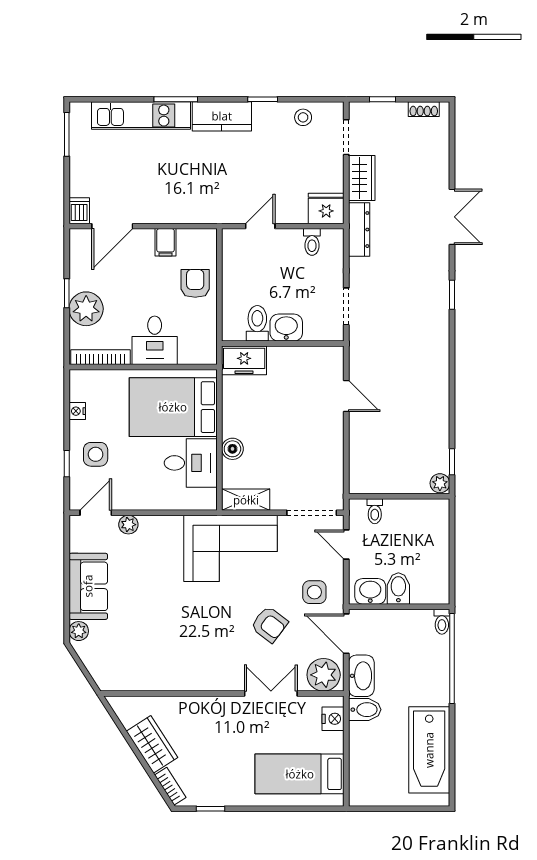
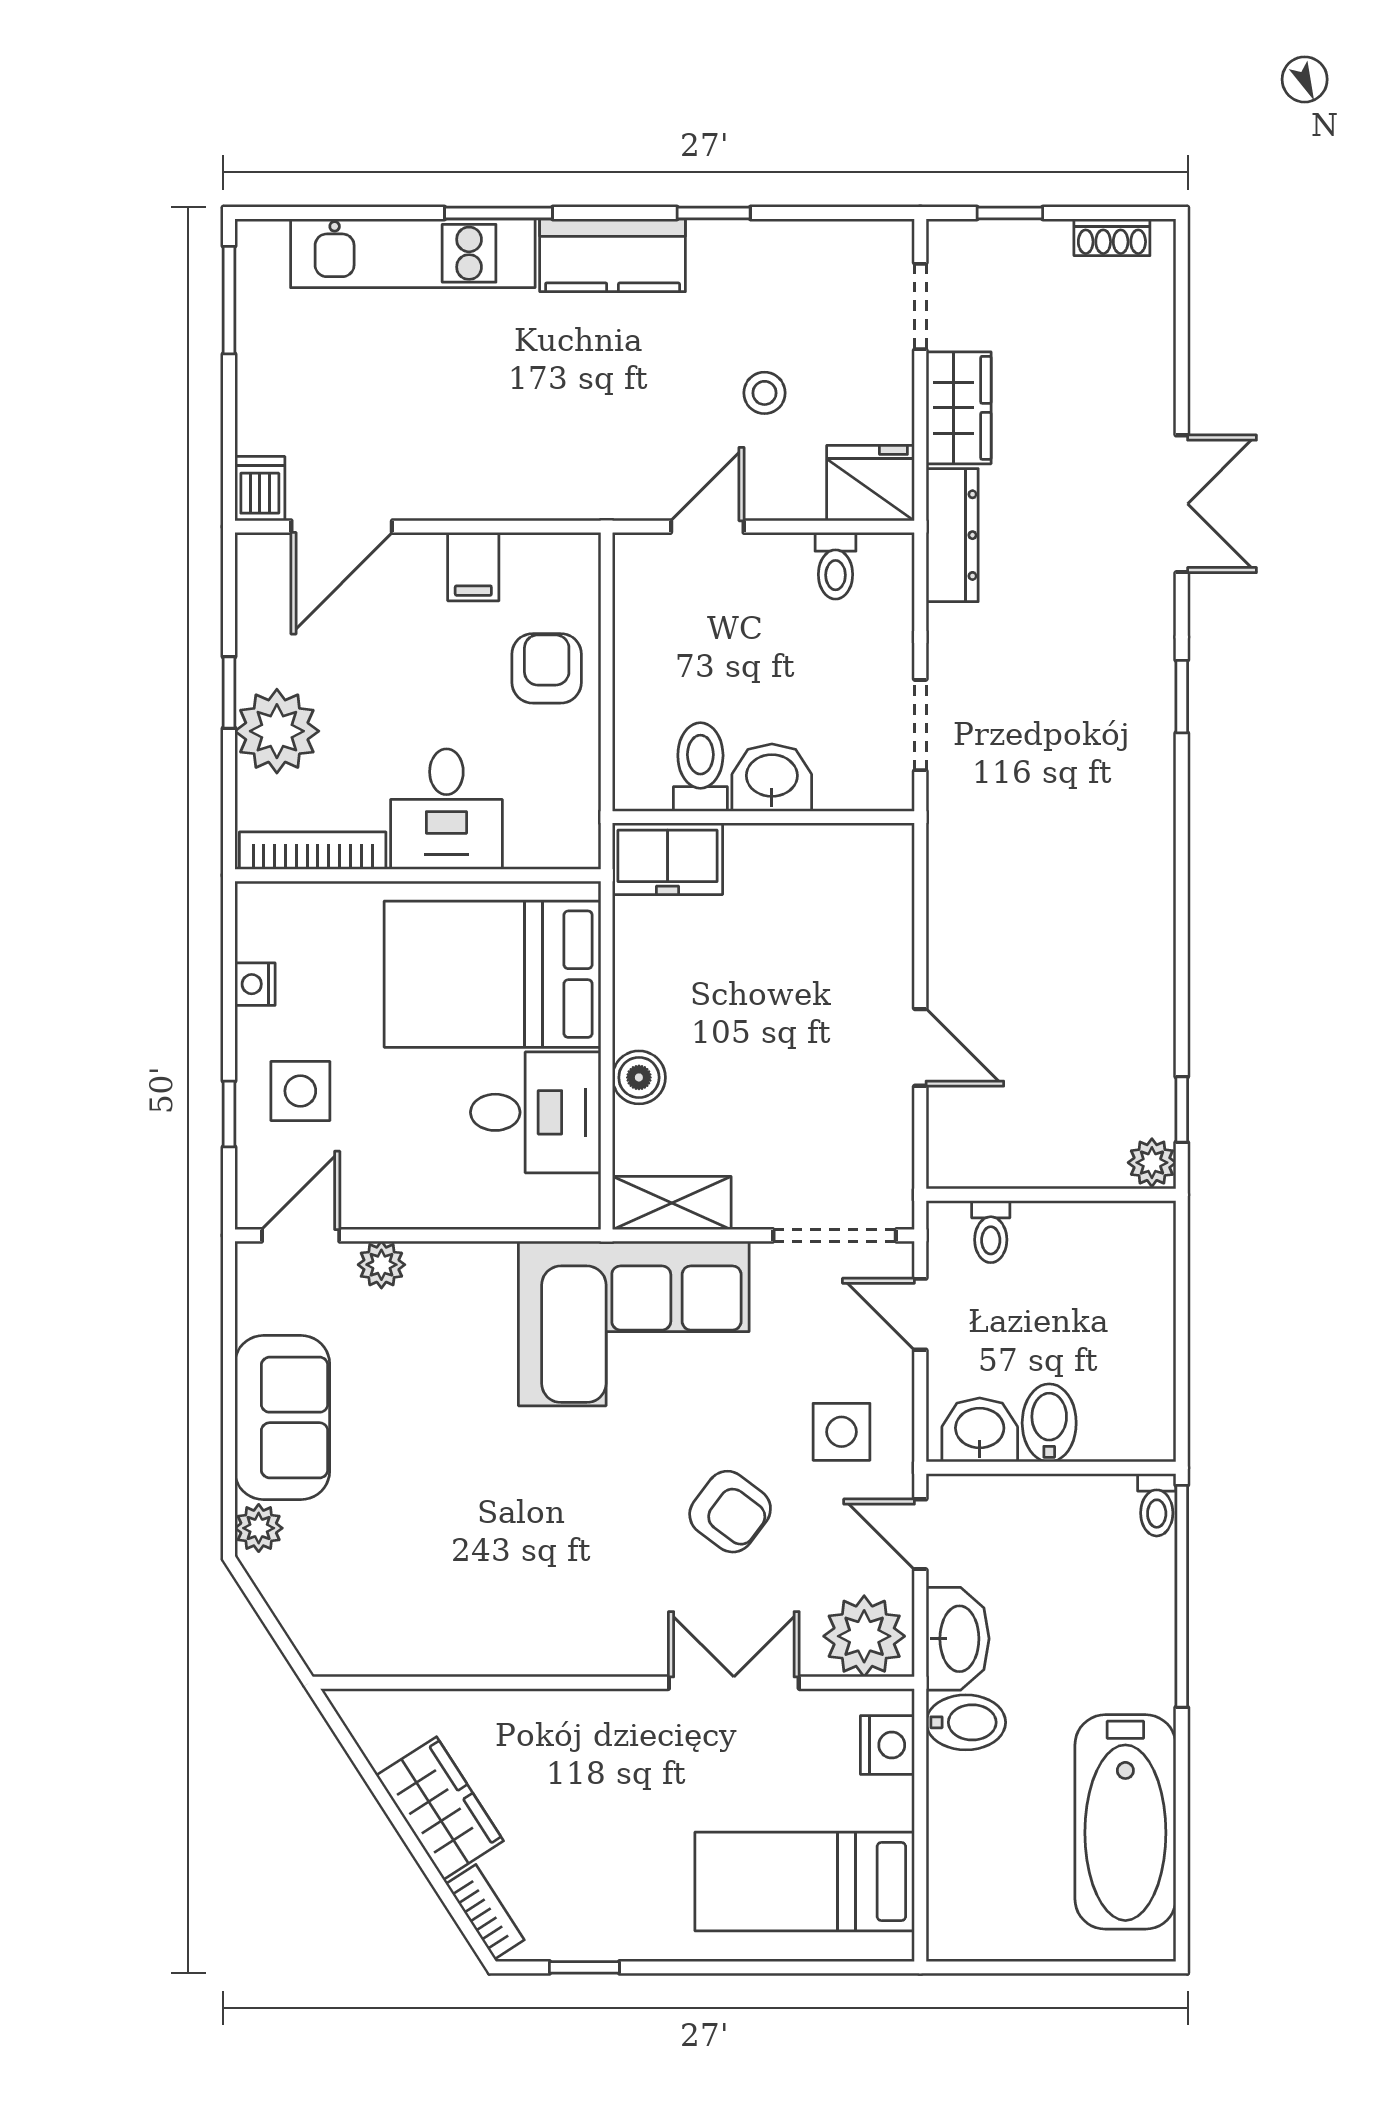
stool: (303, 117) -> (764, 393), moved
door: (346, 396) -> (920, 1047), moved
door: (346, 634) -> (920, 1534), width x0.73

